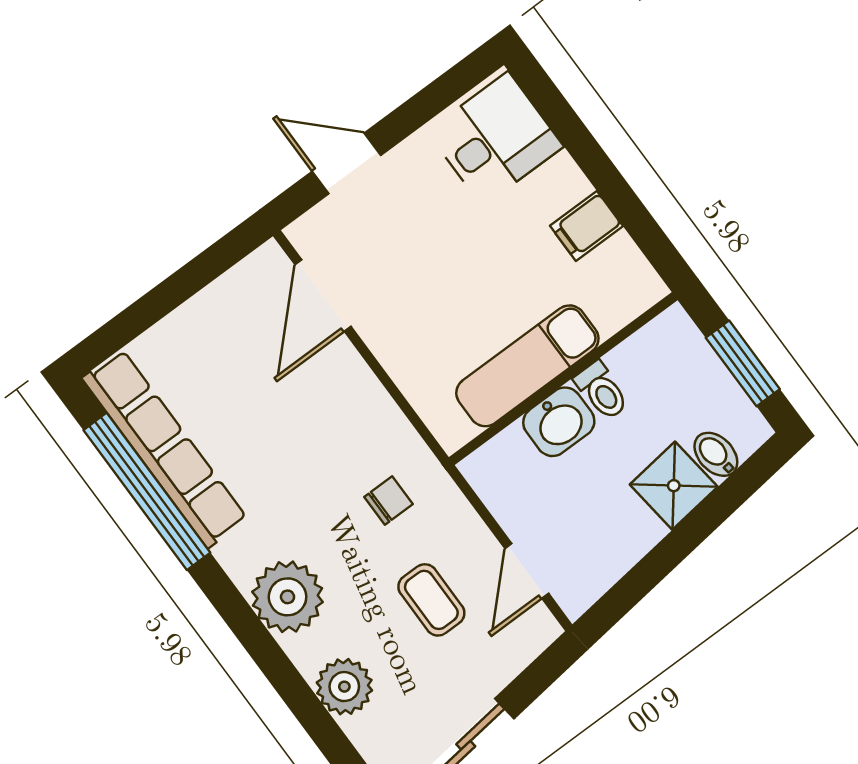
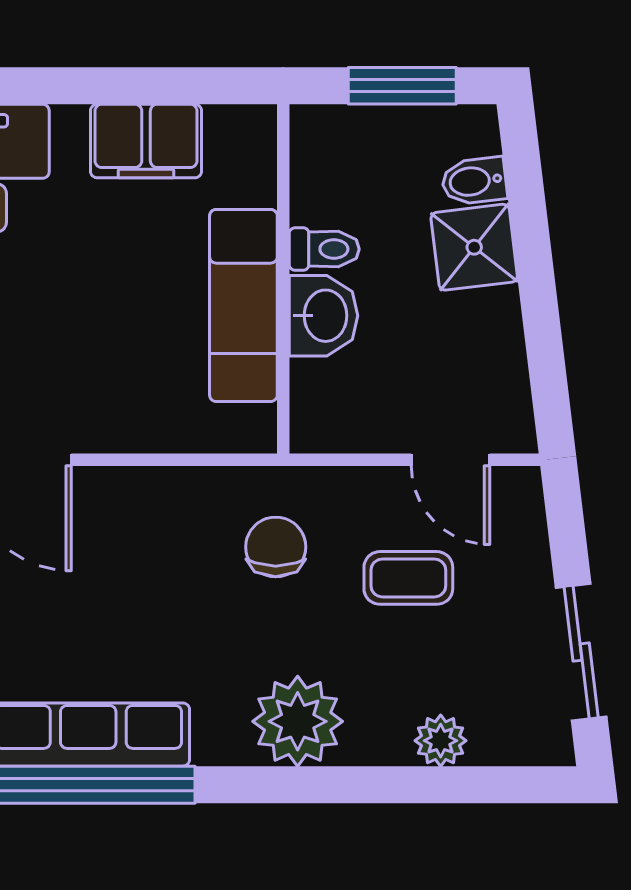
filing cabinet: (586, 226) -> (146, 141), width x2.00
chair: (389, 501) -> (276, 547), width x1.37, depth x1.37
plant: (344, 687) -> (441, 741), width x0.73, depth x0.73

